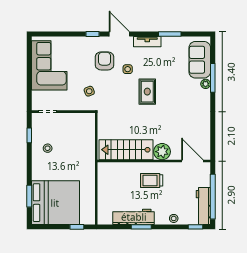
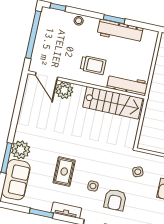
plant: (206, 84) -> (21, 150), width x1.87, depth x1.87
rug: (147, 92) -> (64, 172), moved
plant: (162, 152) -> (64, 90), moved
workbench: (203, 206) -> (127, 85), moved, turned -90

